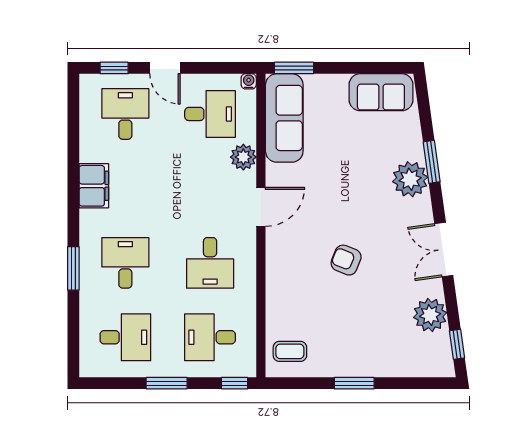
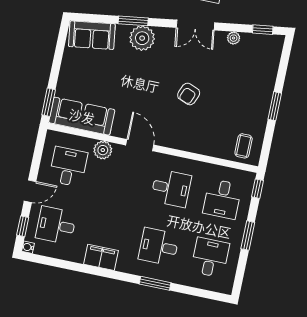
water cooler: (249, 81) -> (28, 247), moved
sofa: (381, 92) -> (92, 35), moved, turned 82
plant: (430, 315) -> (234, 38), width x0.53, depth x0.53

